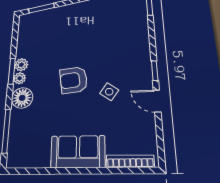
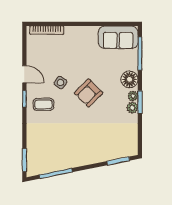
coffee table: (130, 65) -> (43, 104), added
armchair: (74, 80) -> (89, 93), turned 142
sofa: (78, 152) -> (118, 37), moved

